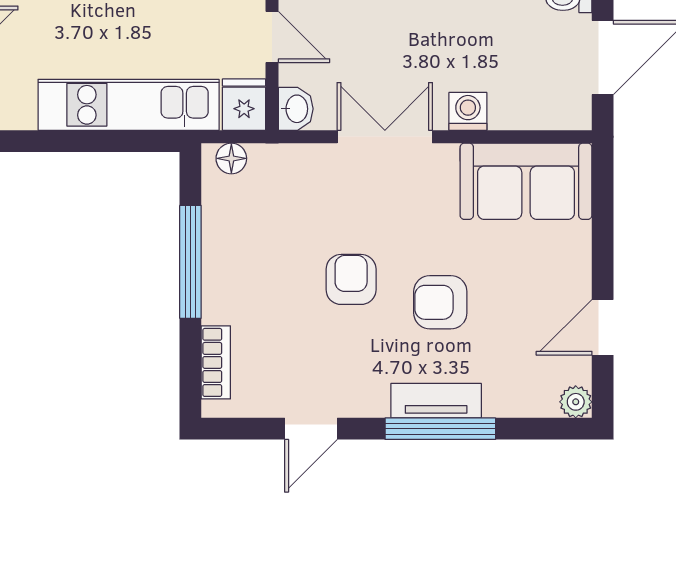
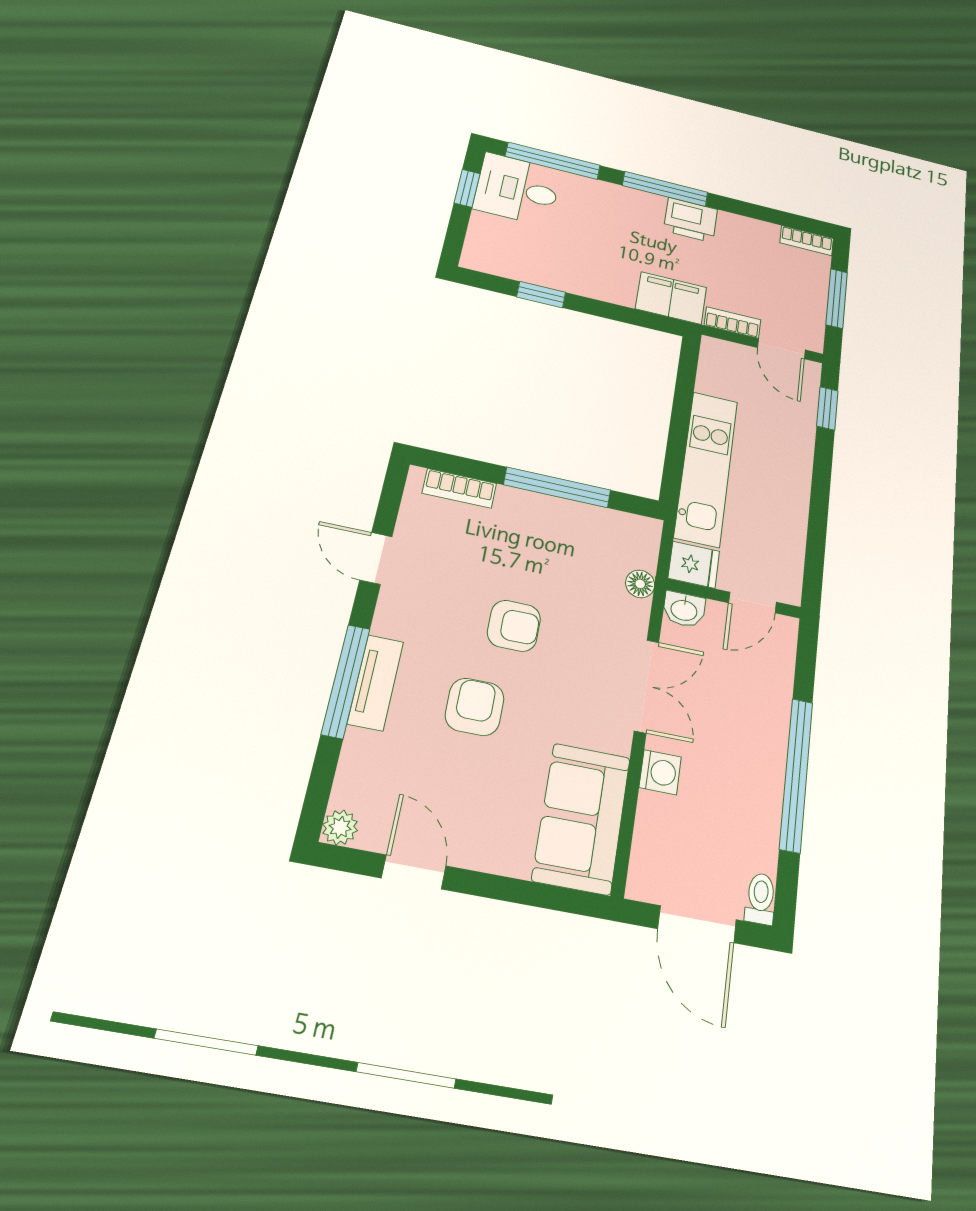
floor lamp: (231, 158) -> (640, 584), moved

